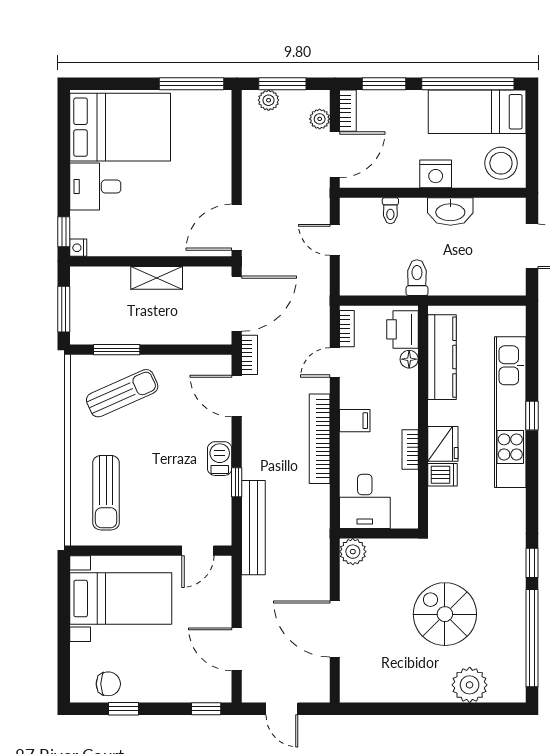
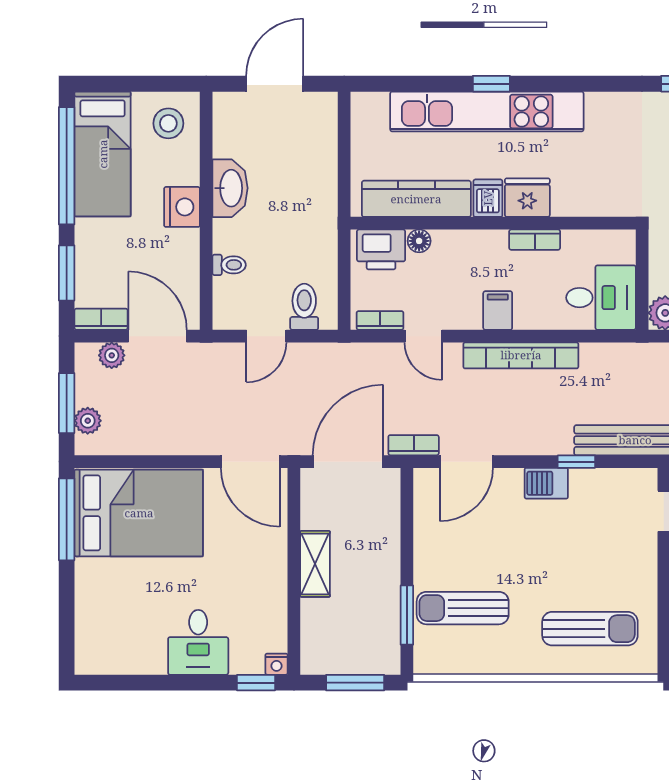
bed: (120, 127) -> (139, 513), moved, turned 90
stool: (501, 163) -> (168, 123), width x0.73, depth x0.73
toilet: (417, 278) -> (304, 307), moved, turned 90
door: (237, 304) -> (348, 462), hinge flipped
sun lounger: (122, 393) -> (463, 608), turned -66
dishwasher: (442, 475) -> (488, 198), moved

